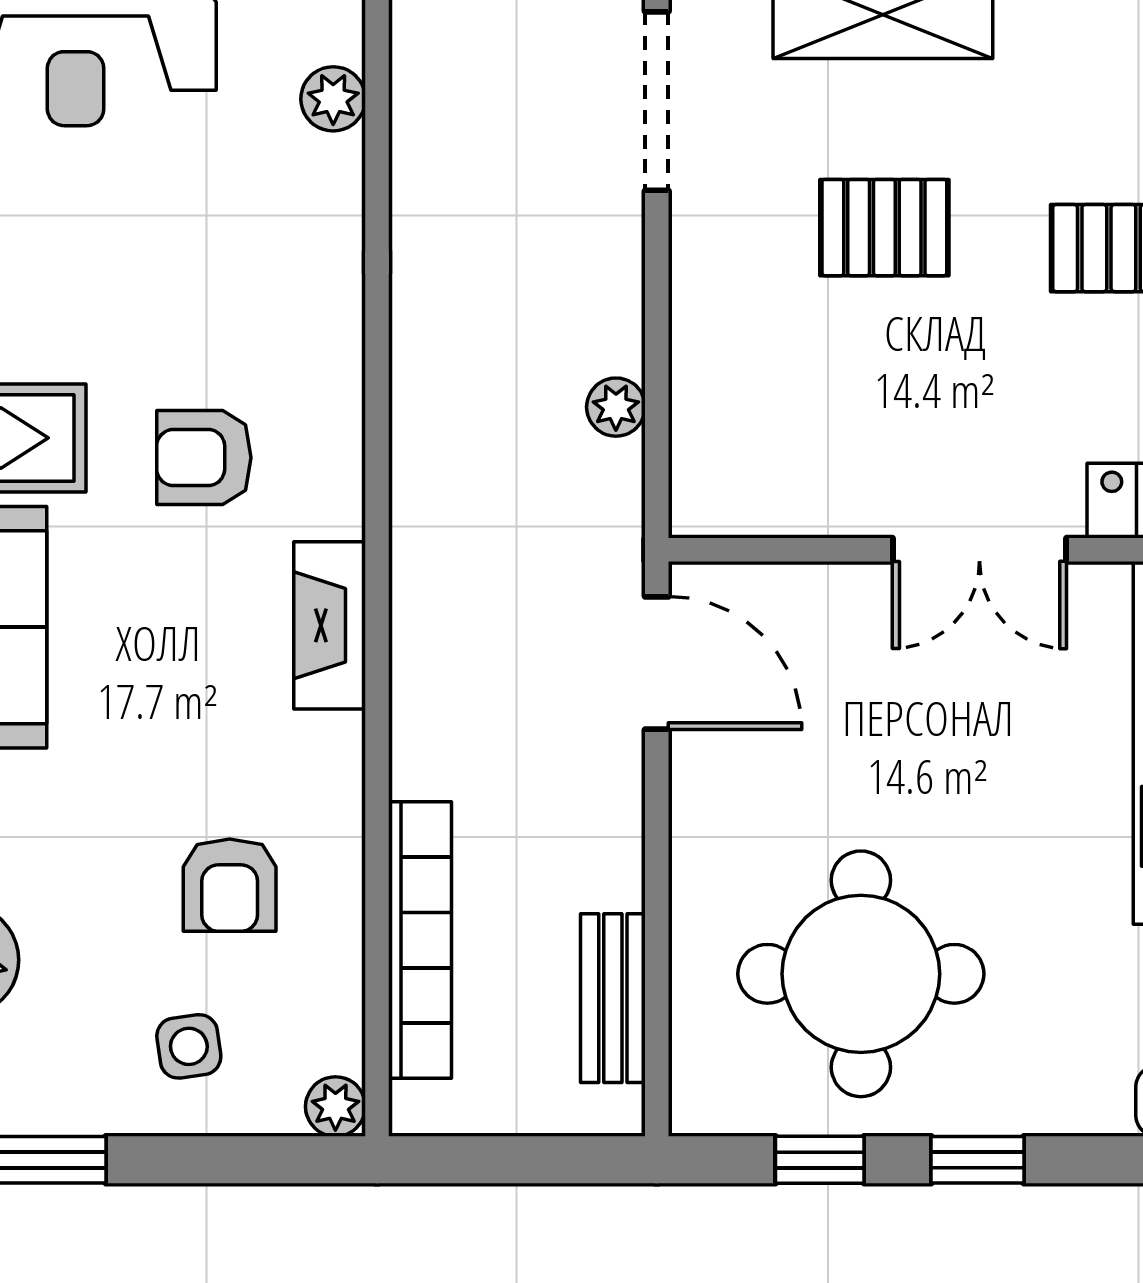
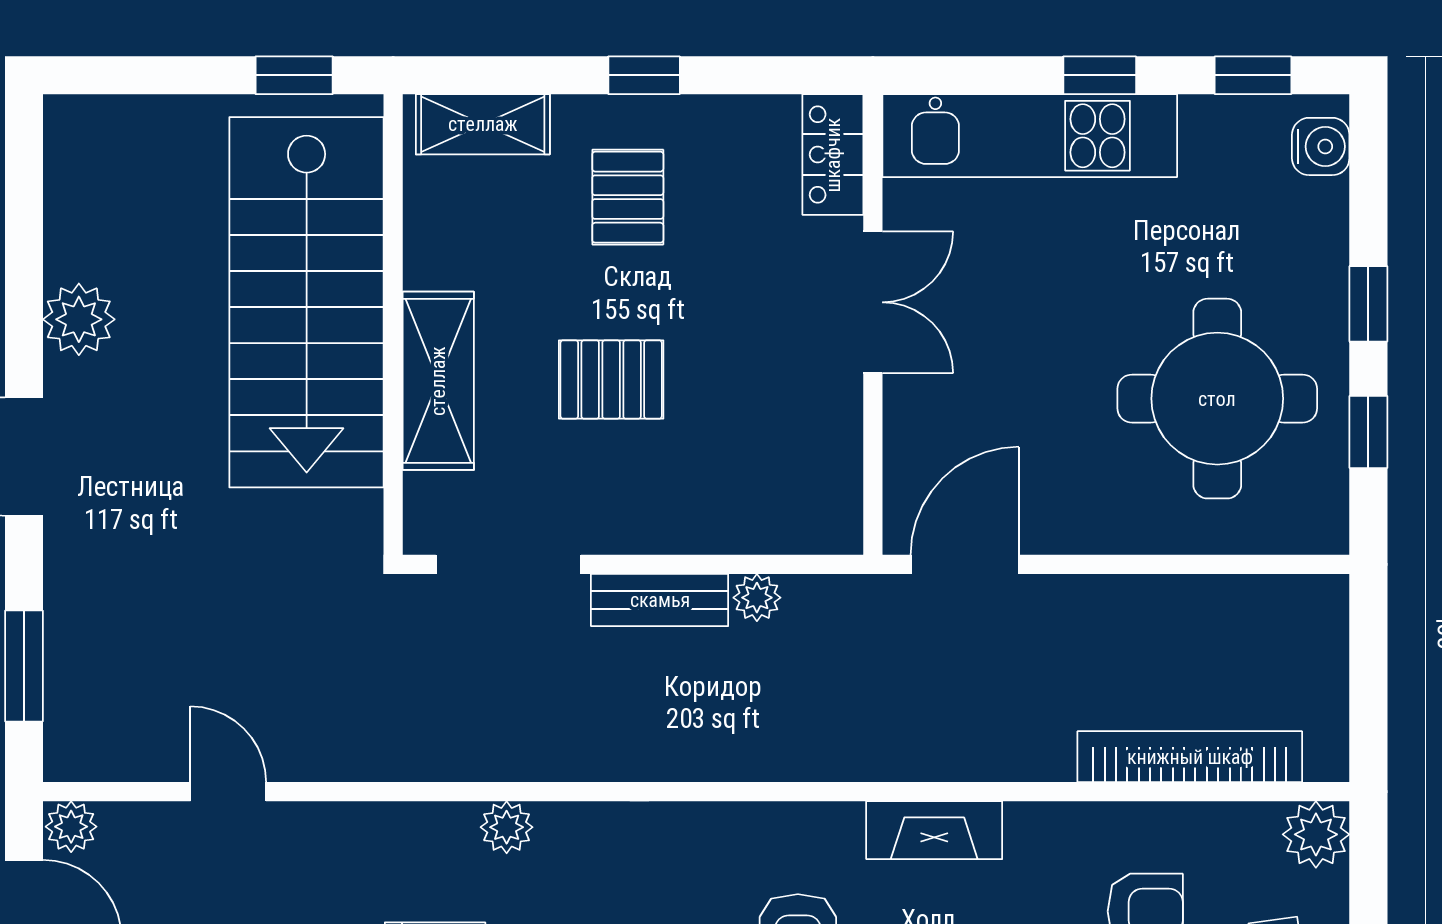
pallet: (884, 228) -> (611, 380), turned 90
bench: (613, 998) -> (660, 600), moved
plant: (335, 1107) -> (1316, 834), width x1.38, depth x1.38

